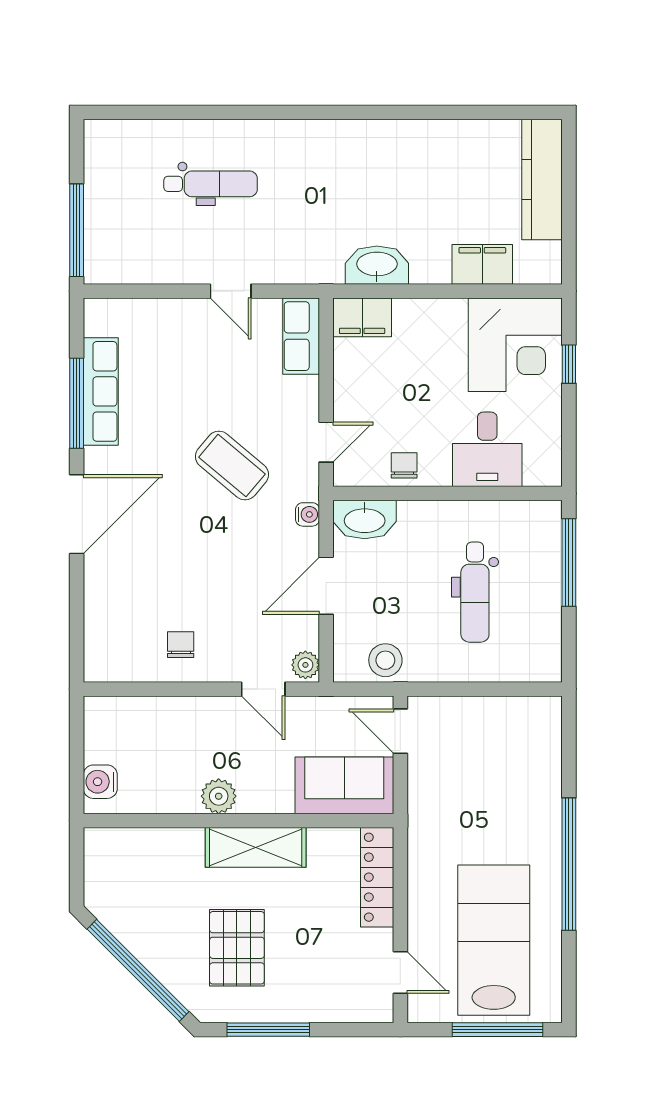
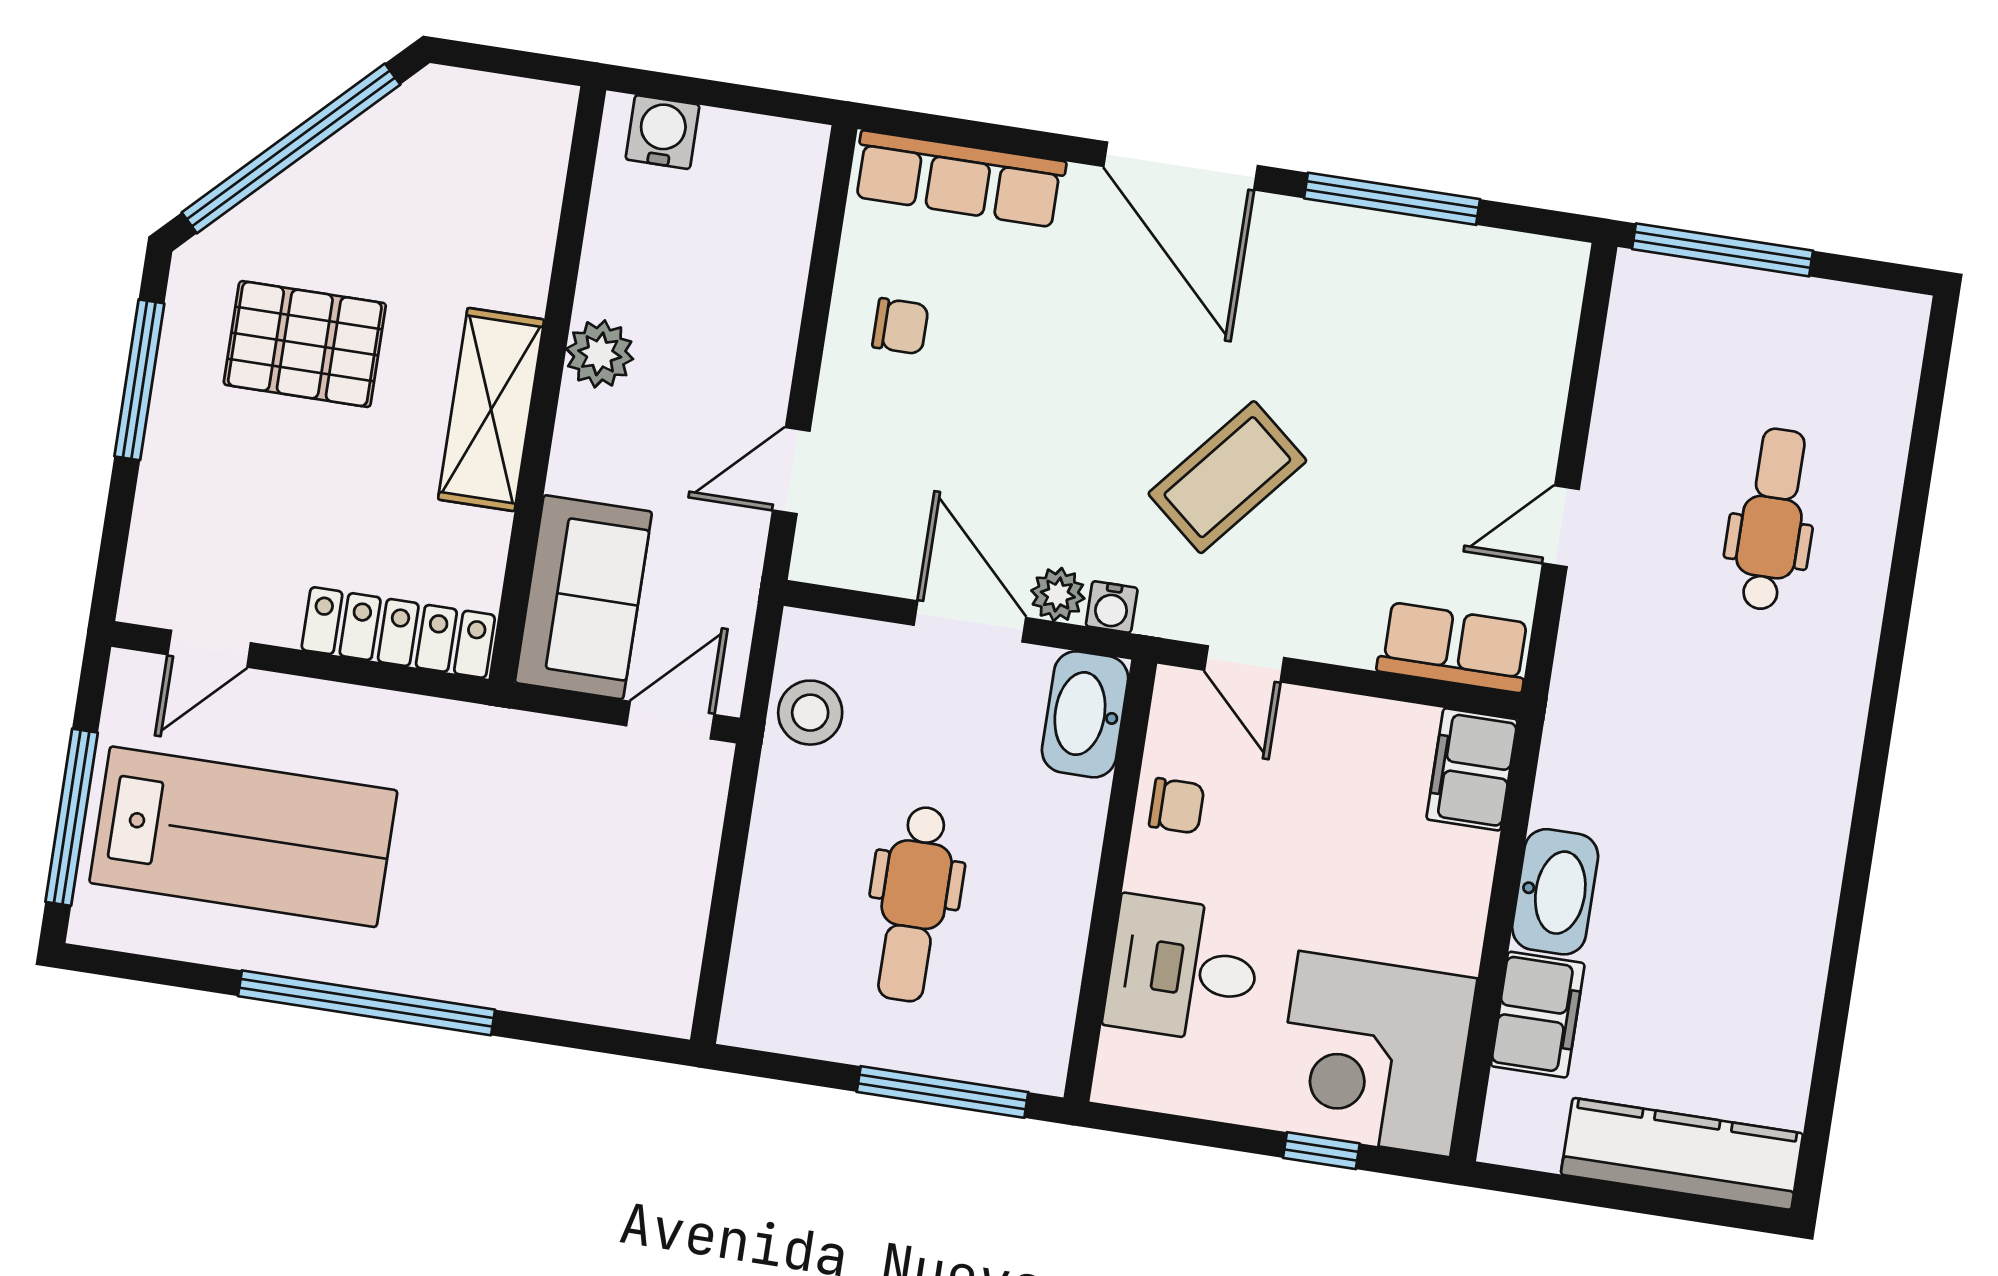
dental chair: (210, 184) -> (1772, 519), turned 180
washbasin: (377, 265) -> (1555, 892), moved
row of seats: (101, 391) -> (959, 179), moved
dental chair: (475, 592) -> (914, 904), turned -90
plant: (305, 665) -> (1058, 595), moved

